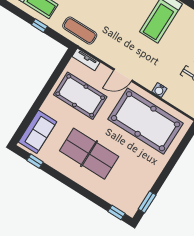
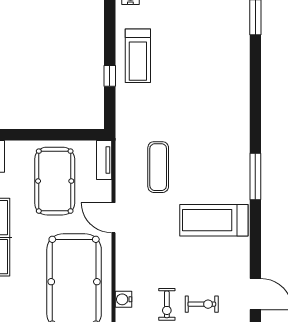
exercise mat: (80, 31) -> (158, 167), moved
water cooler: (159, 90) -> (123, 299), moved

